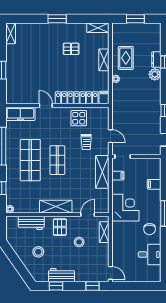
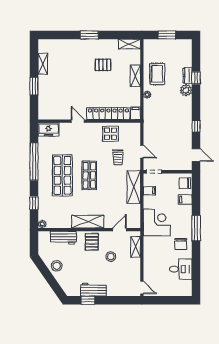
shelving: (11, 33) -> (43, 64), moved
freezer: (20, 114) -> (48, 129), width x0.71
chair: (154, 168) -> (185, 183), added
stool: (38, 252) -> (57, 266), moved
window: (92, 286) -> (124, 300), removed

